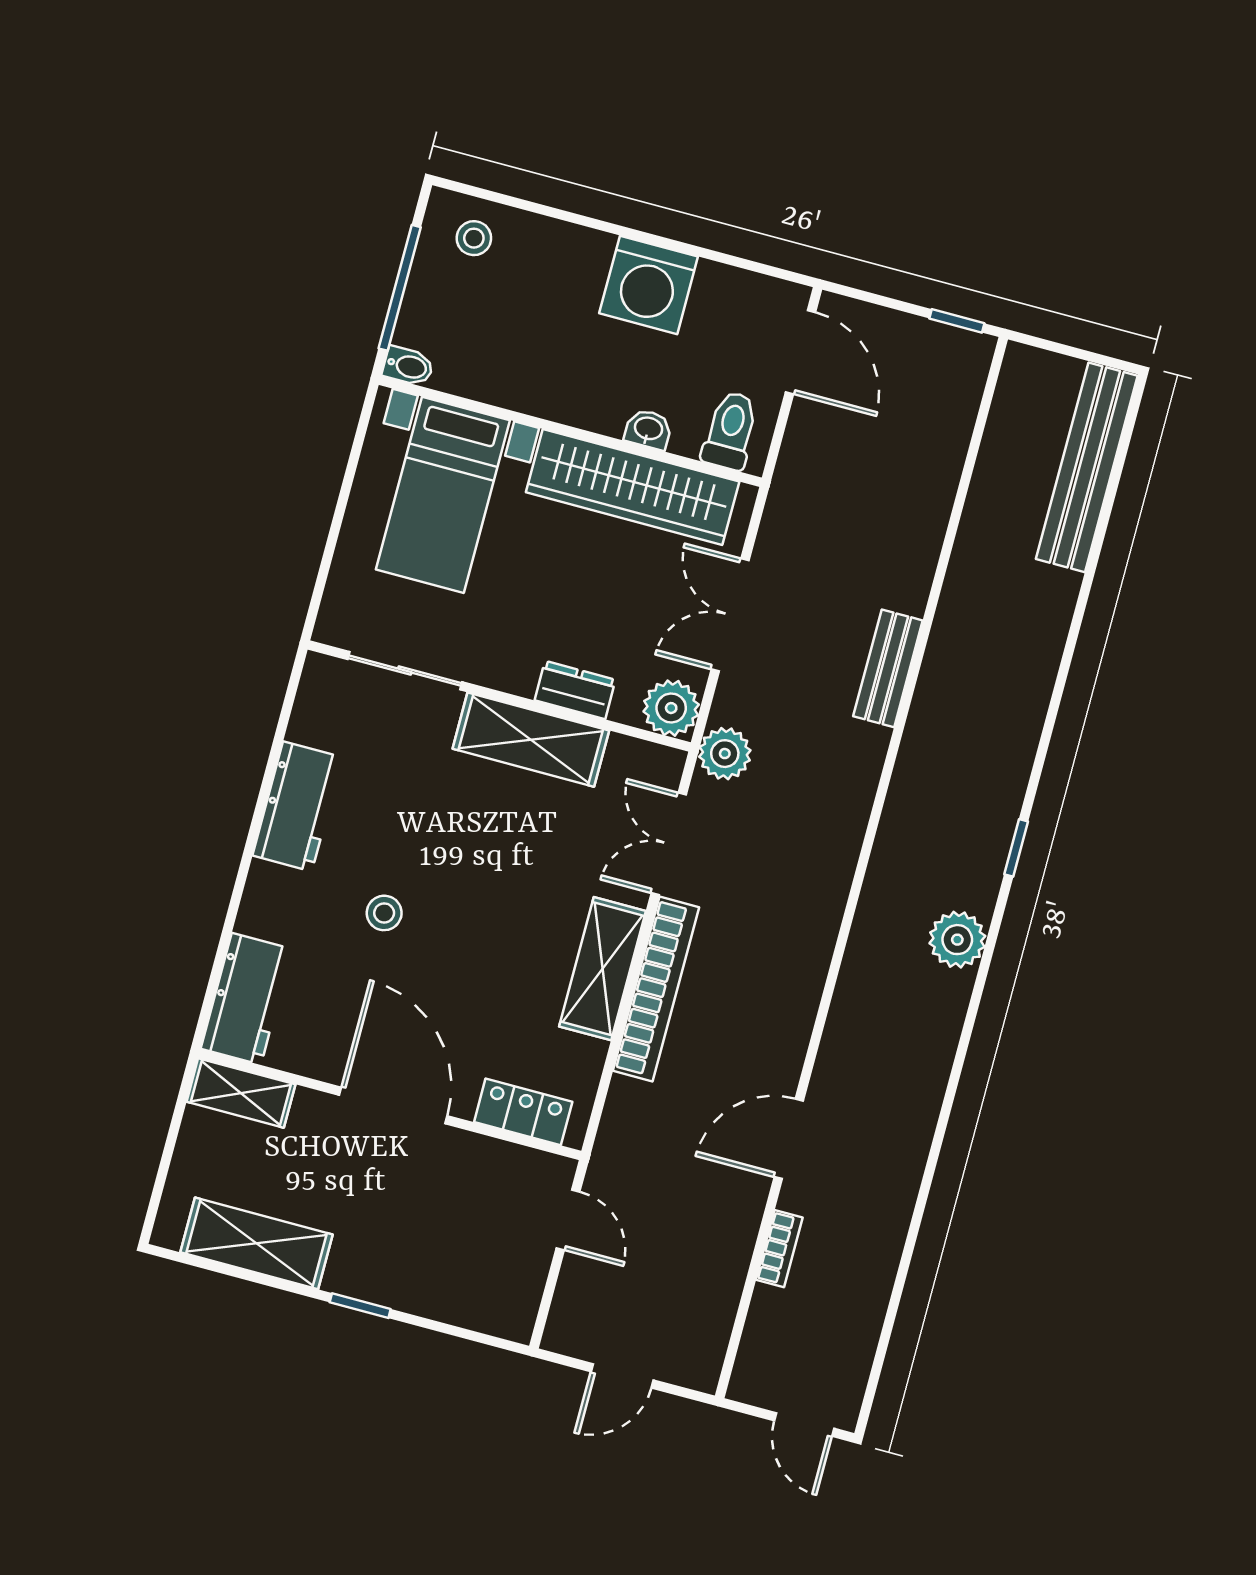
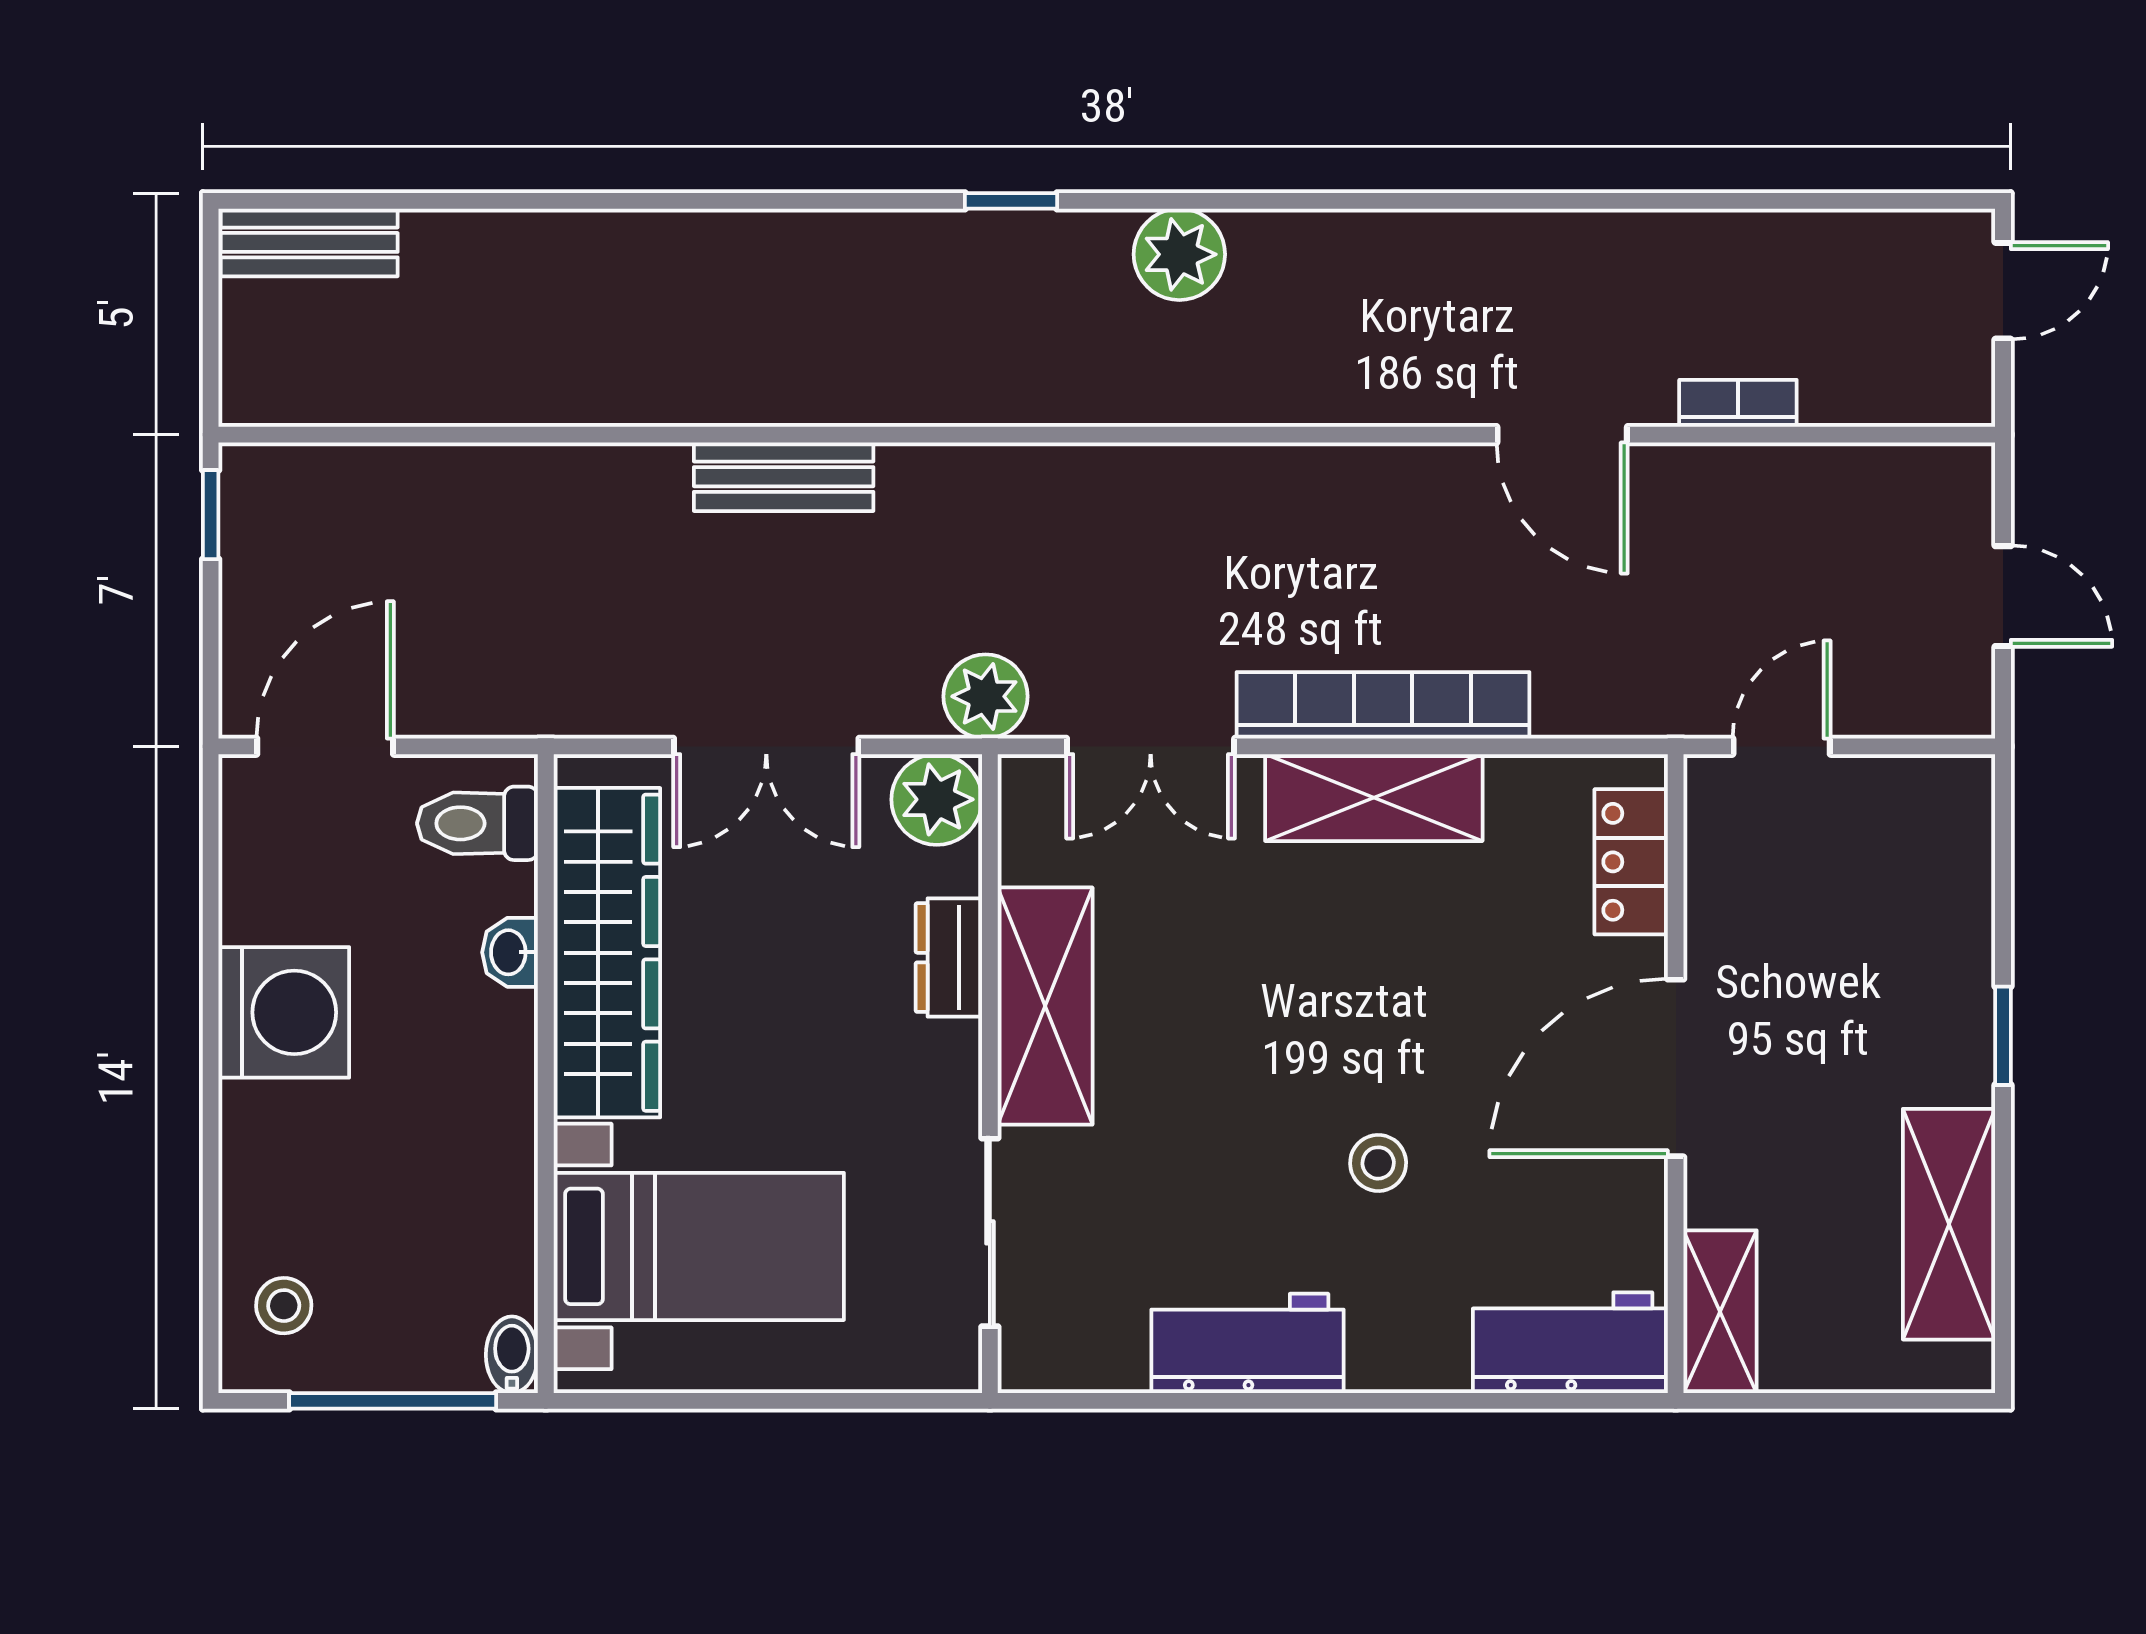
bench: (1087, 467) -> (309, 242), width x0.54, depth x0.82

